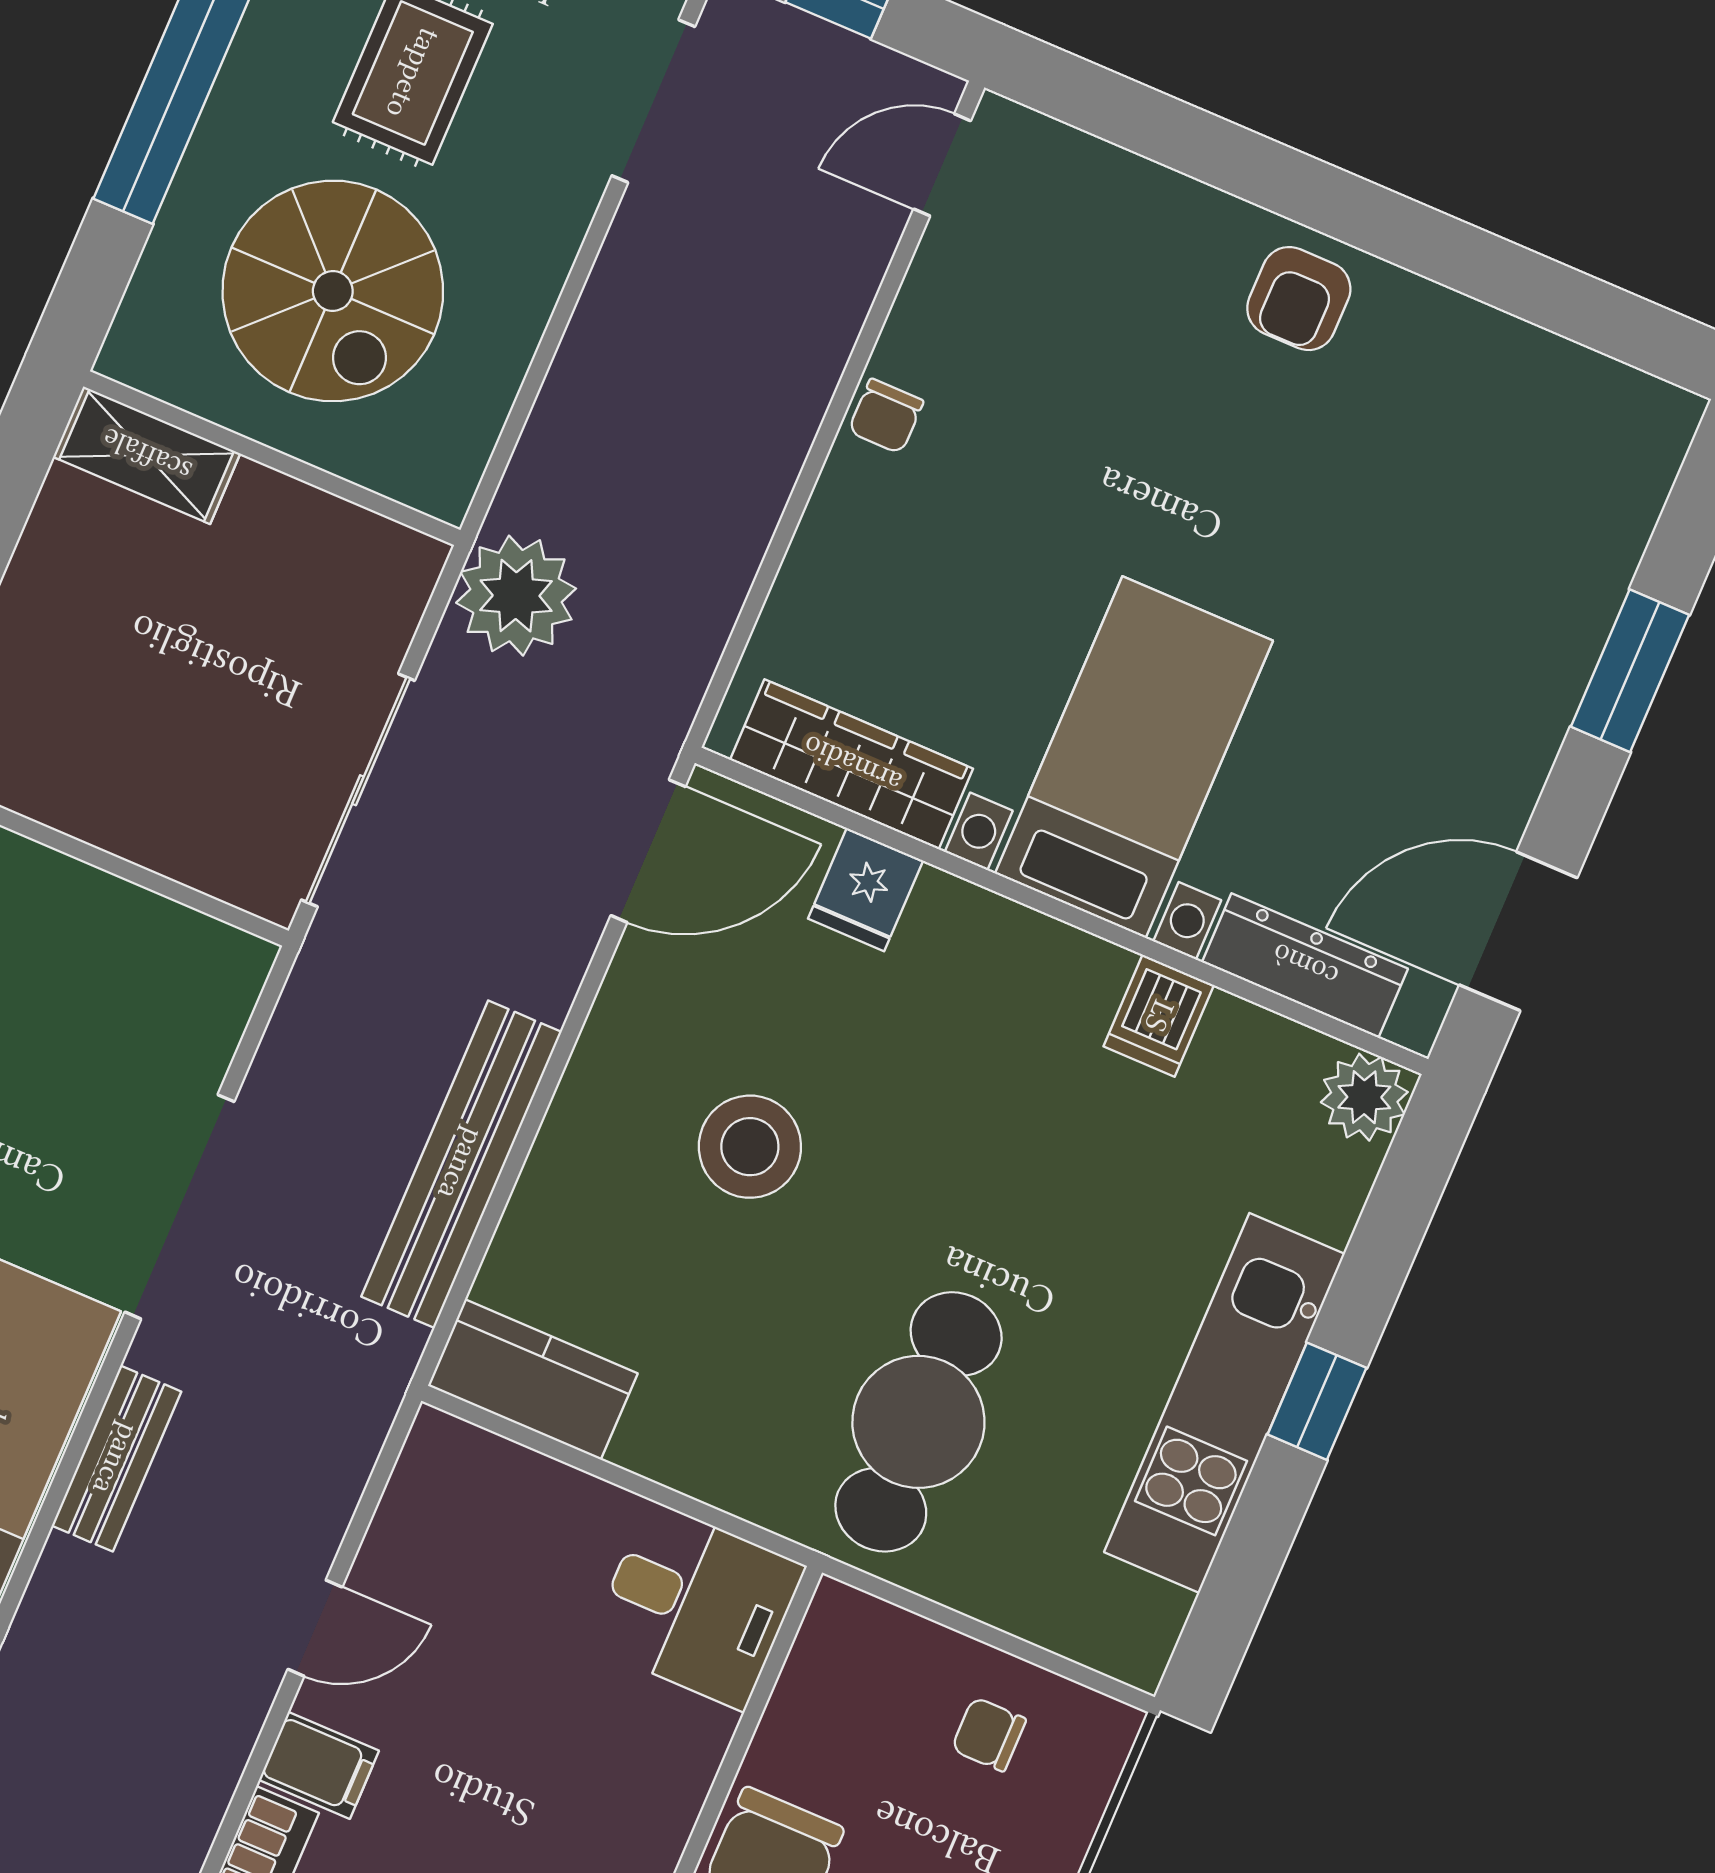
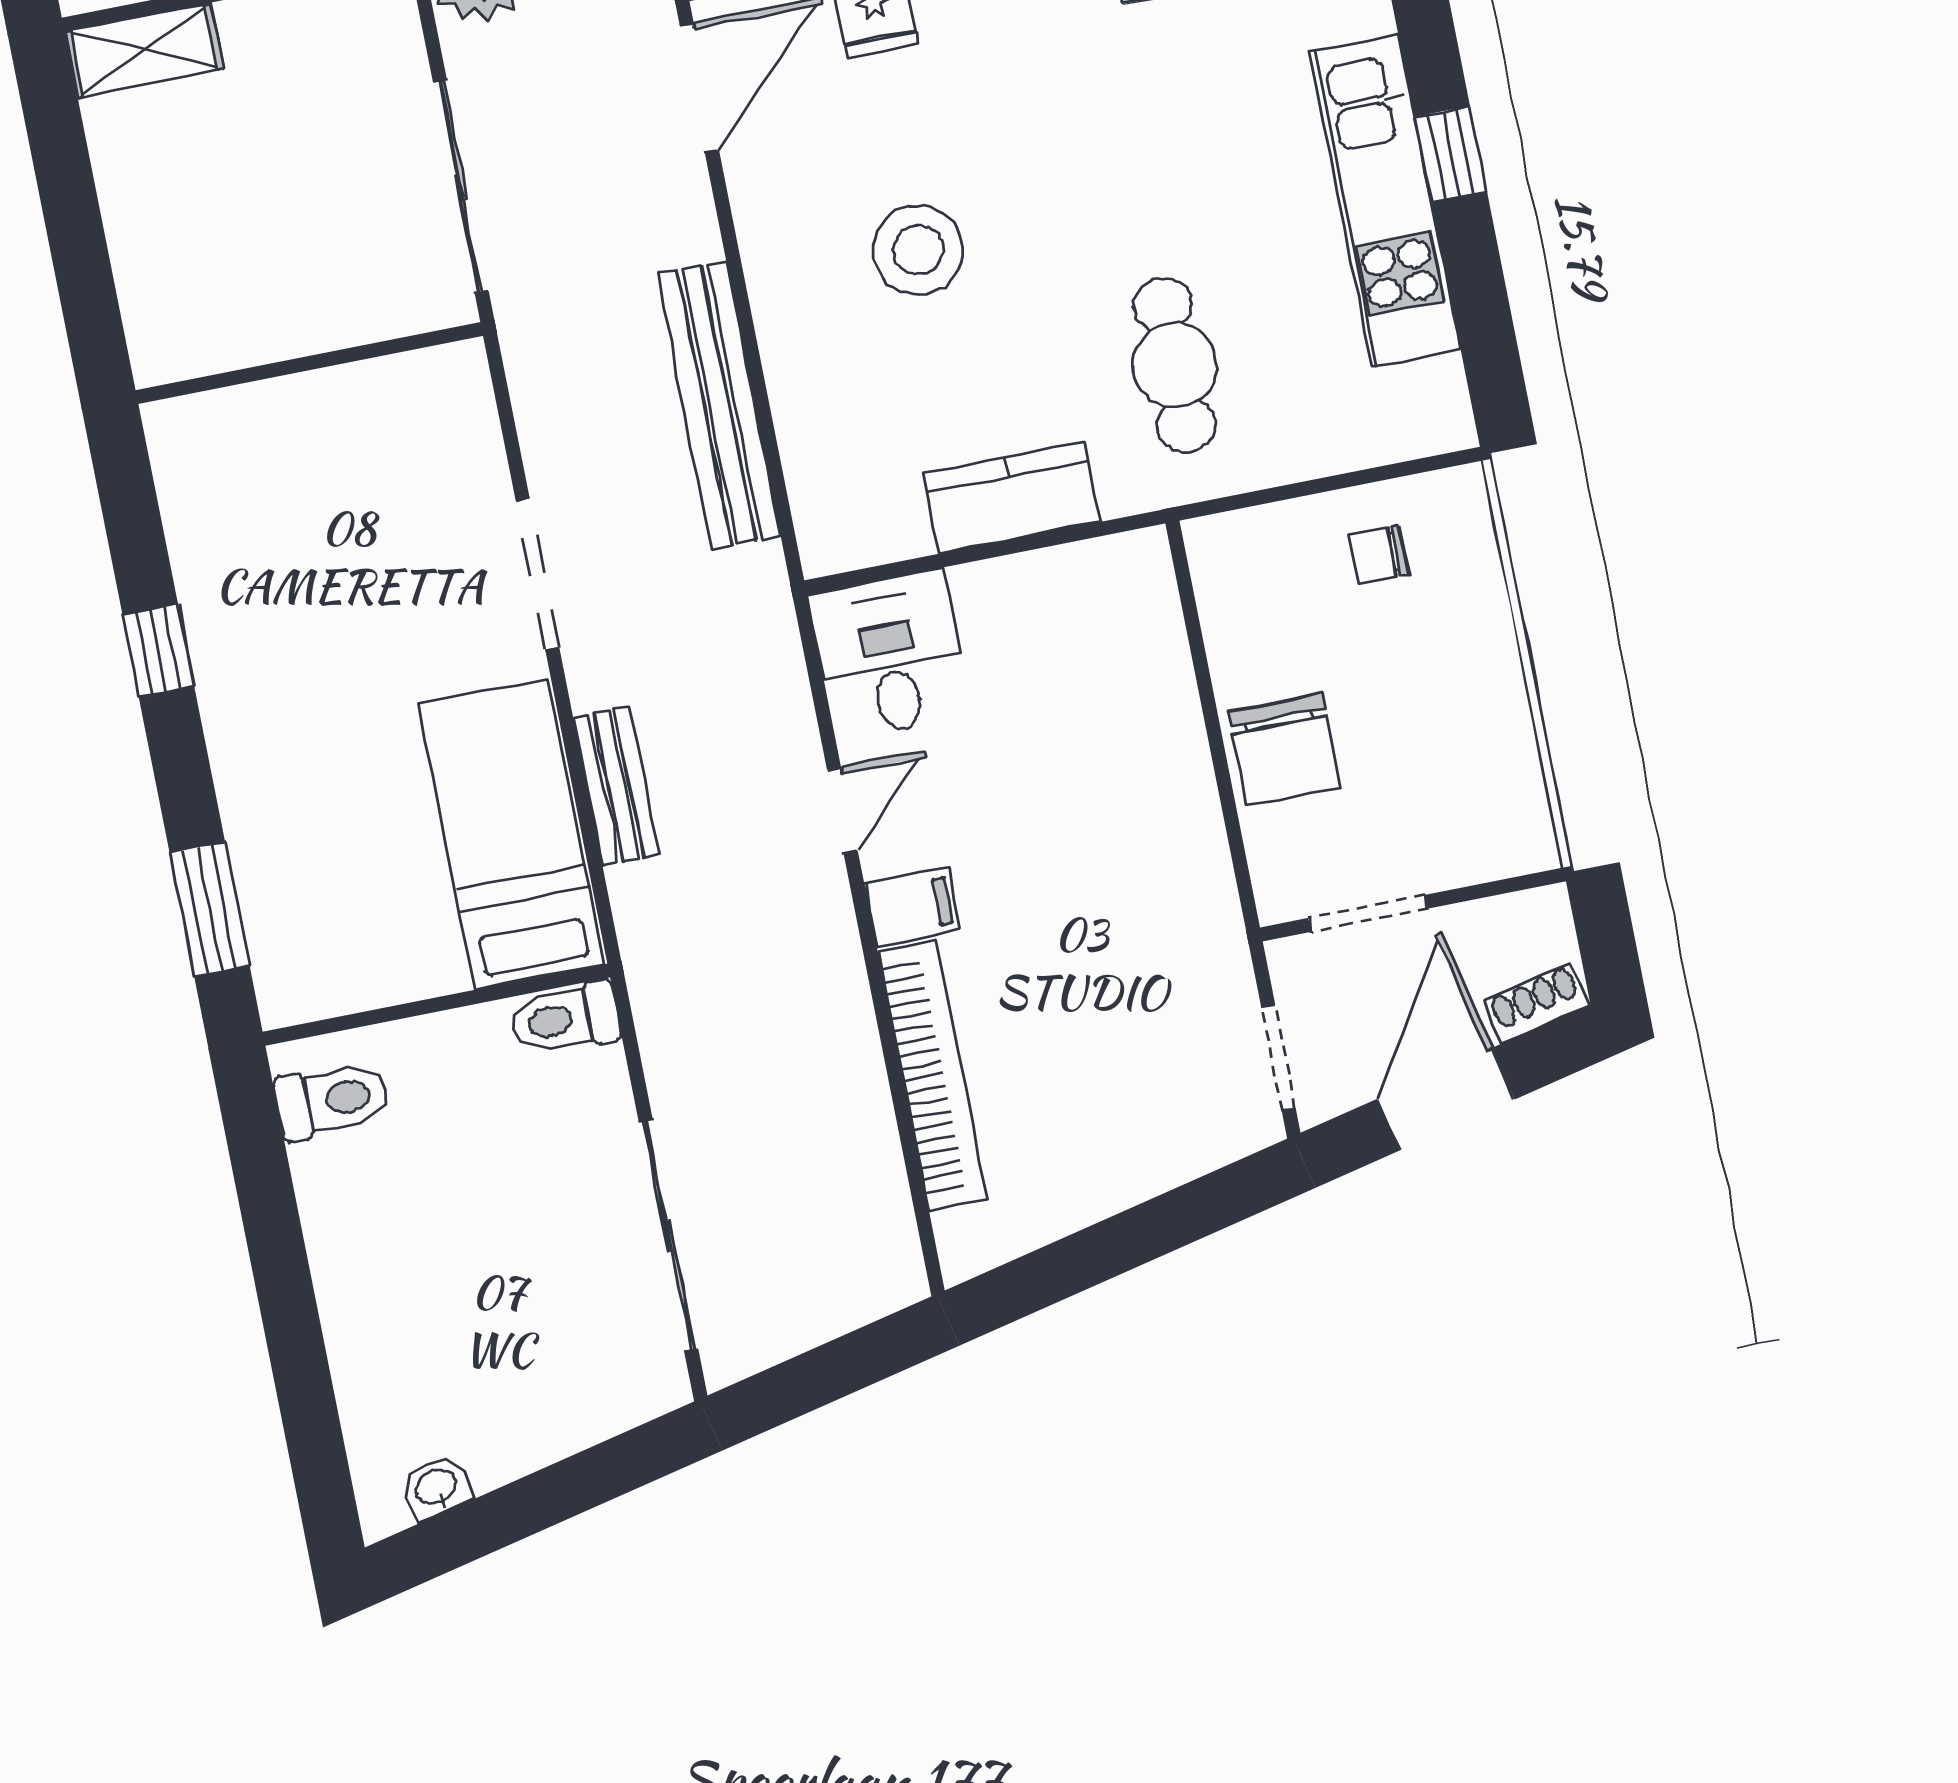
doorway: (179, 1207) -> (538, 574), width x0.73
kitchen counter: (533, 1380) -> (1012, 497), moved
cafe table: (918, 1422) -> (1175, 365), width x0.73, depth x0.74
desk: (696, 1605) -> (890, 654), moved, turned -90

